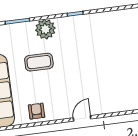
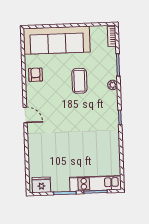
plant: (45, 29) -> (113, 85), width x0.53, depth x0.53
armchair: (37, 111) -> (36, 75), turned -90

